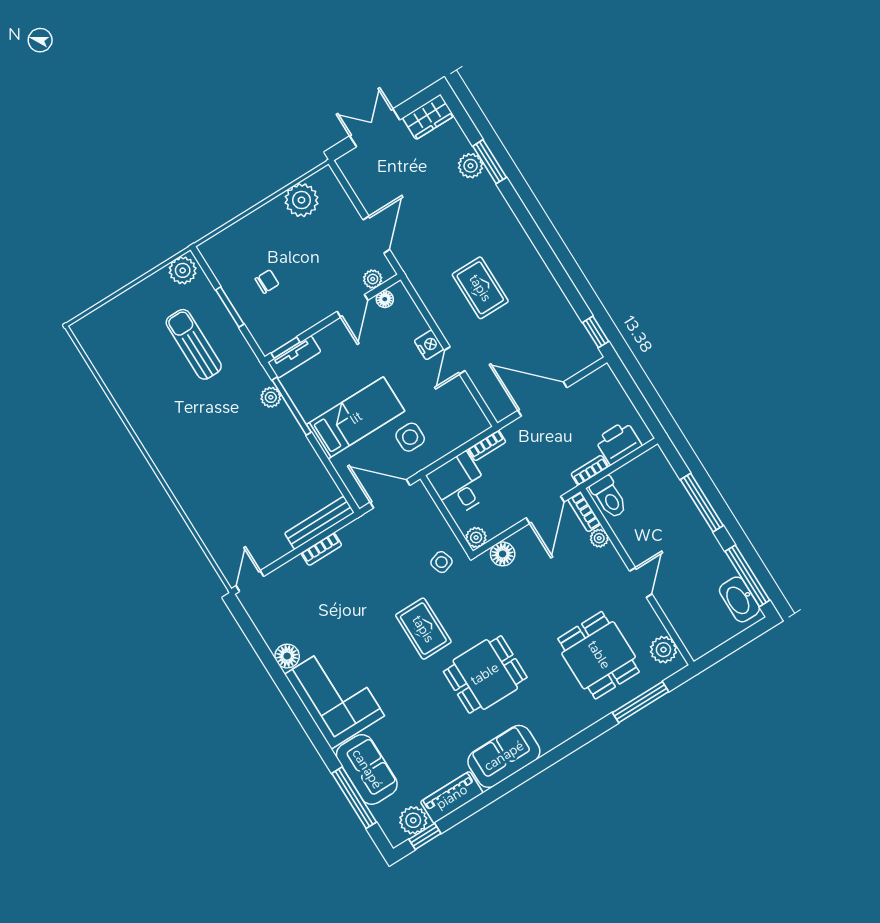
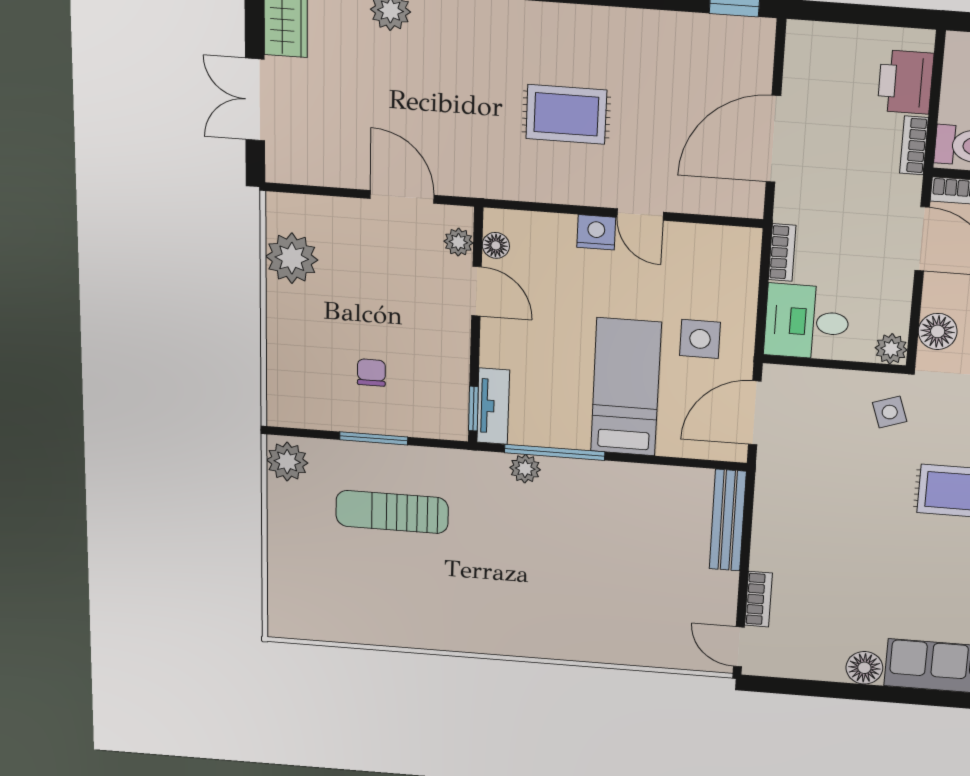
bookcase: (321, 549) -> (758, 599), moved

